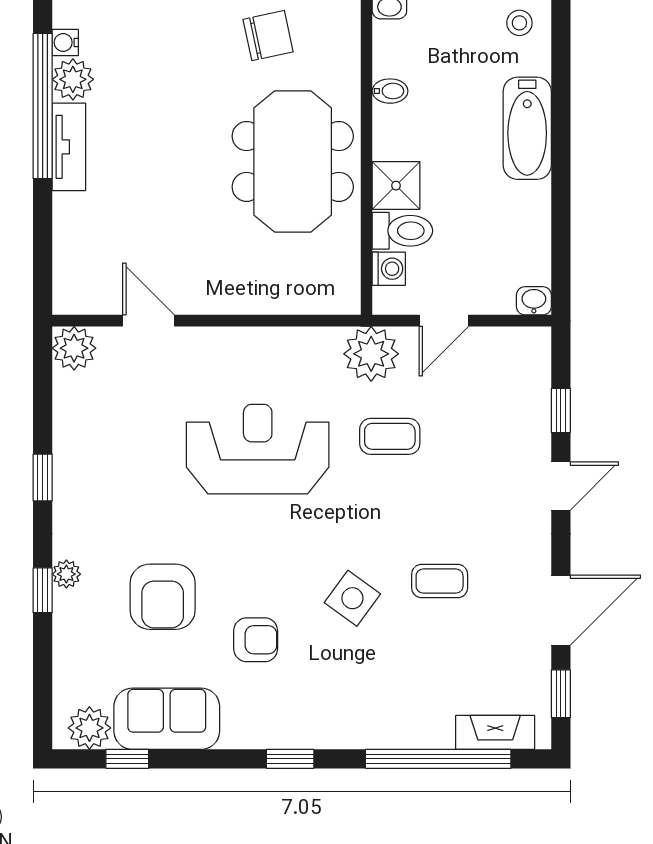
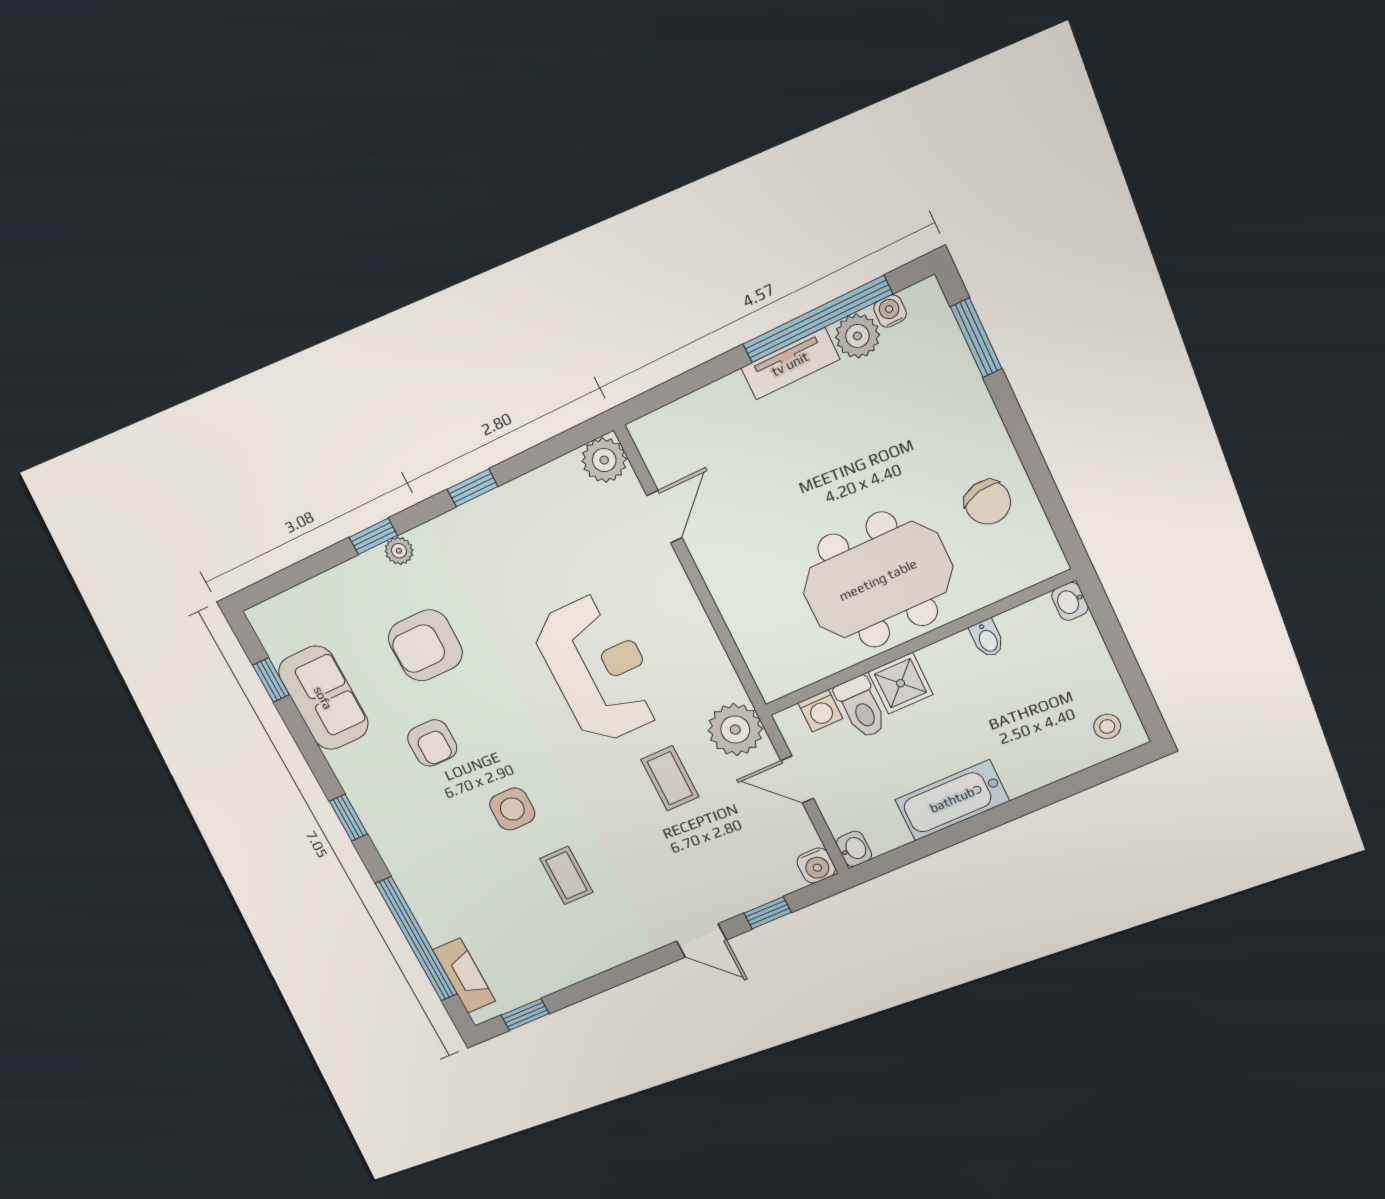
bathtub: (527, 128) -> (952, 800), moved
water cooler: (534, 343) -> (816, 865), added
side table: (352, 598) -> (512, 809), turned -36
door: (561, 610) -> (595, 985), removed
plant: (89, 728) -> (279, 635), removed

